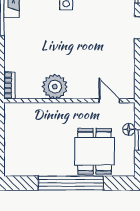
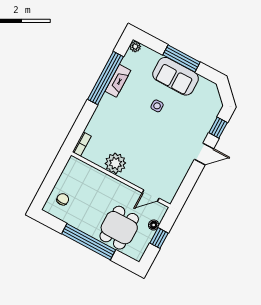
door: (109, 101) -> (151, 196), swing flipped
chair: (20, 153) -> (63, 199), added

